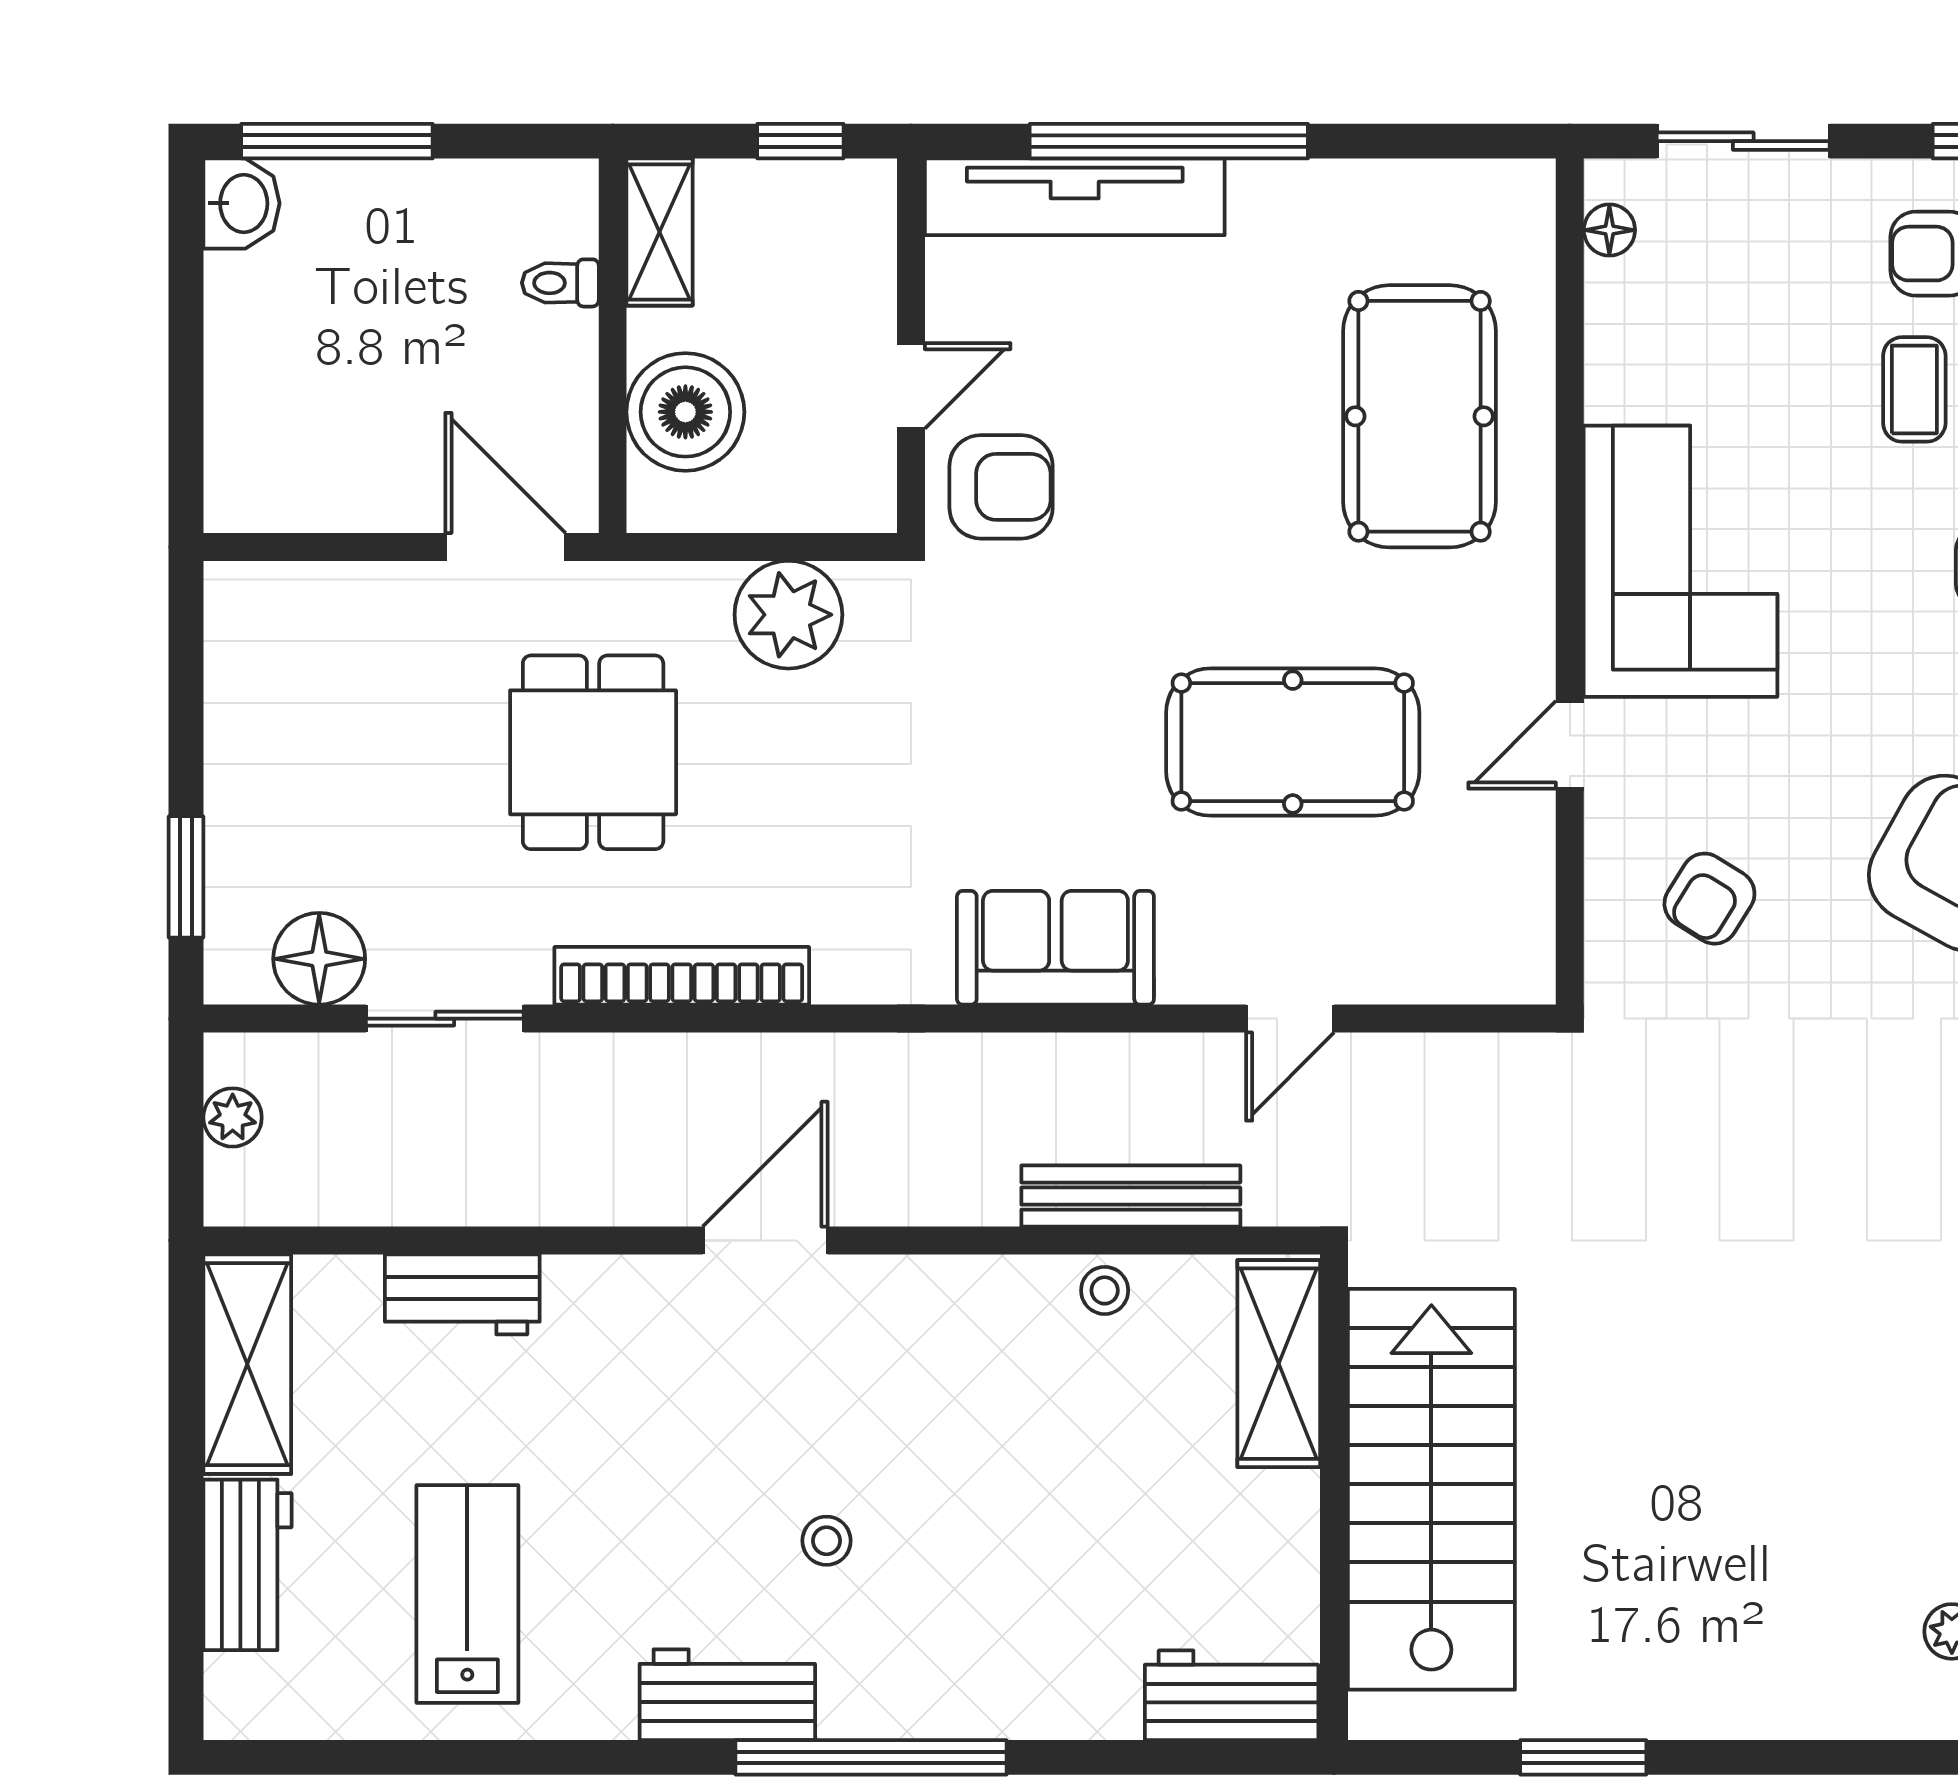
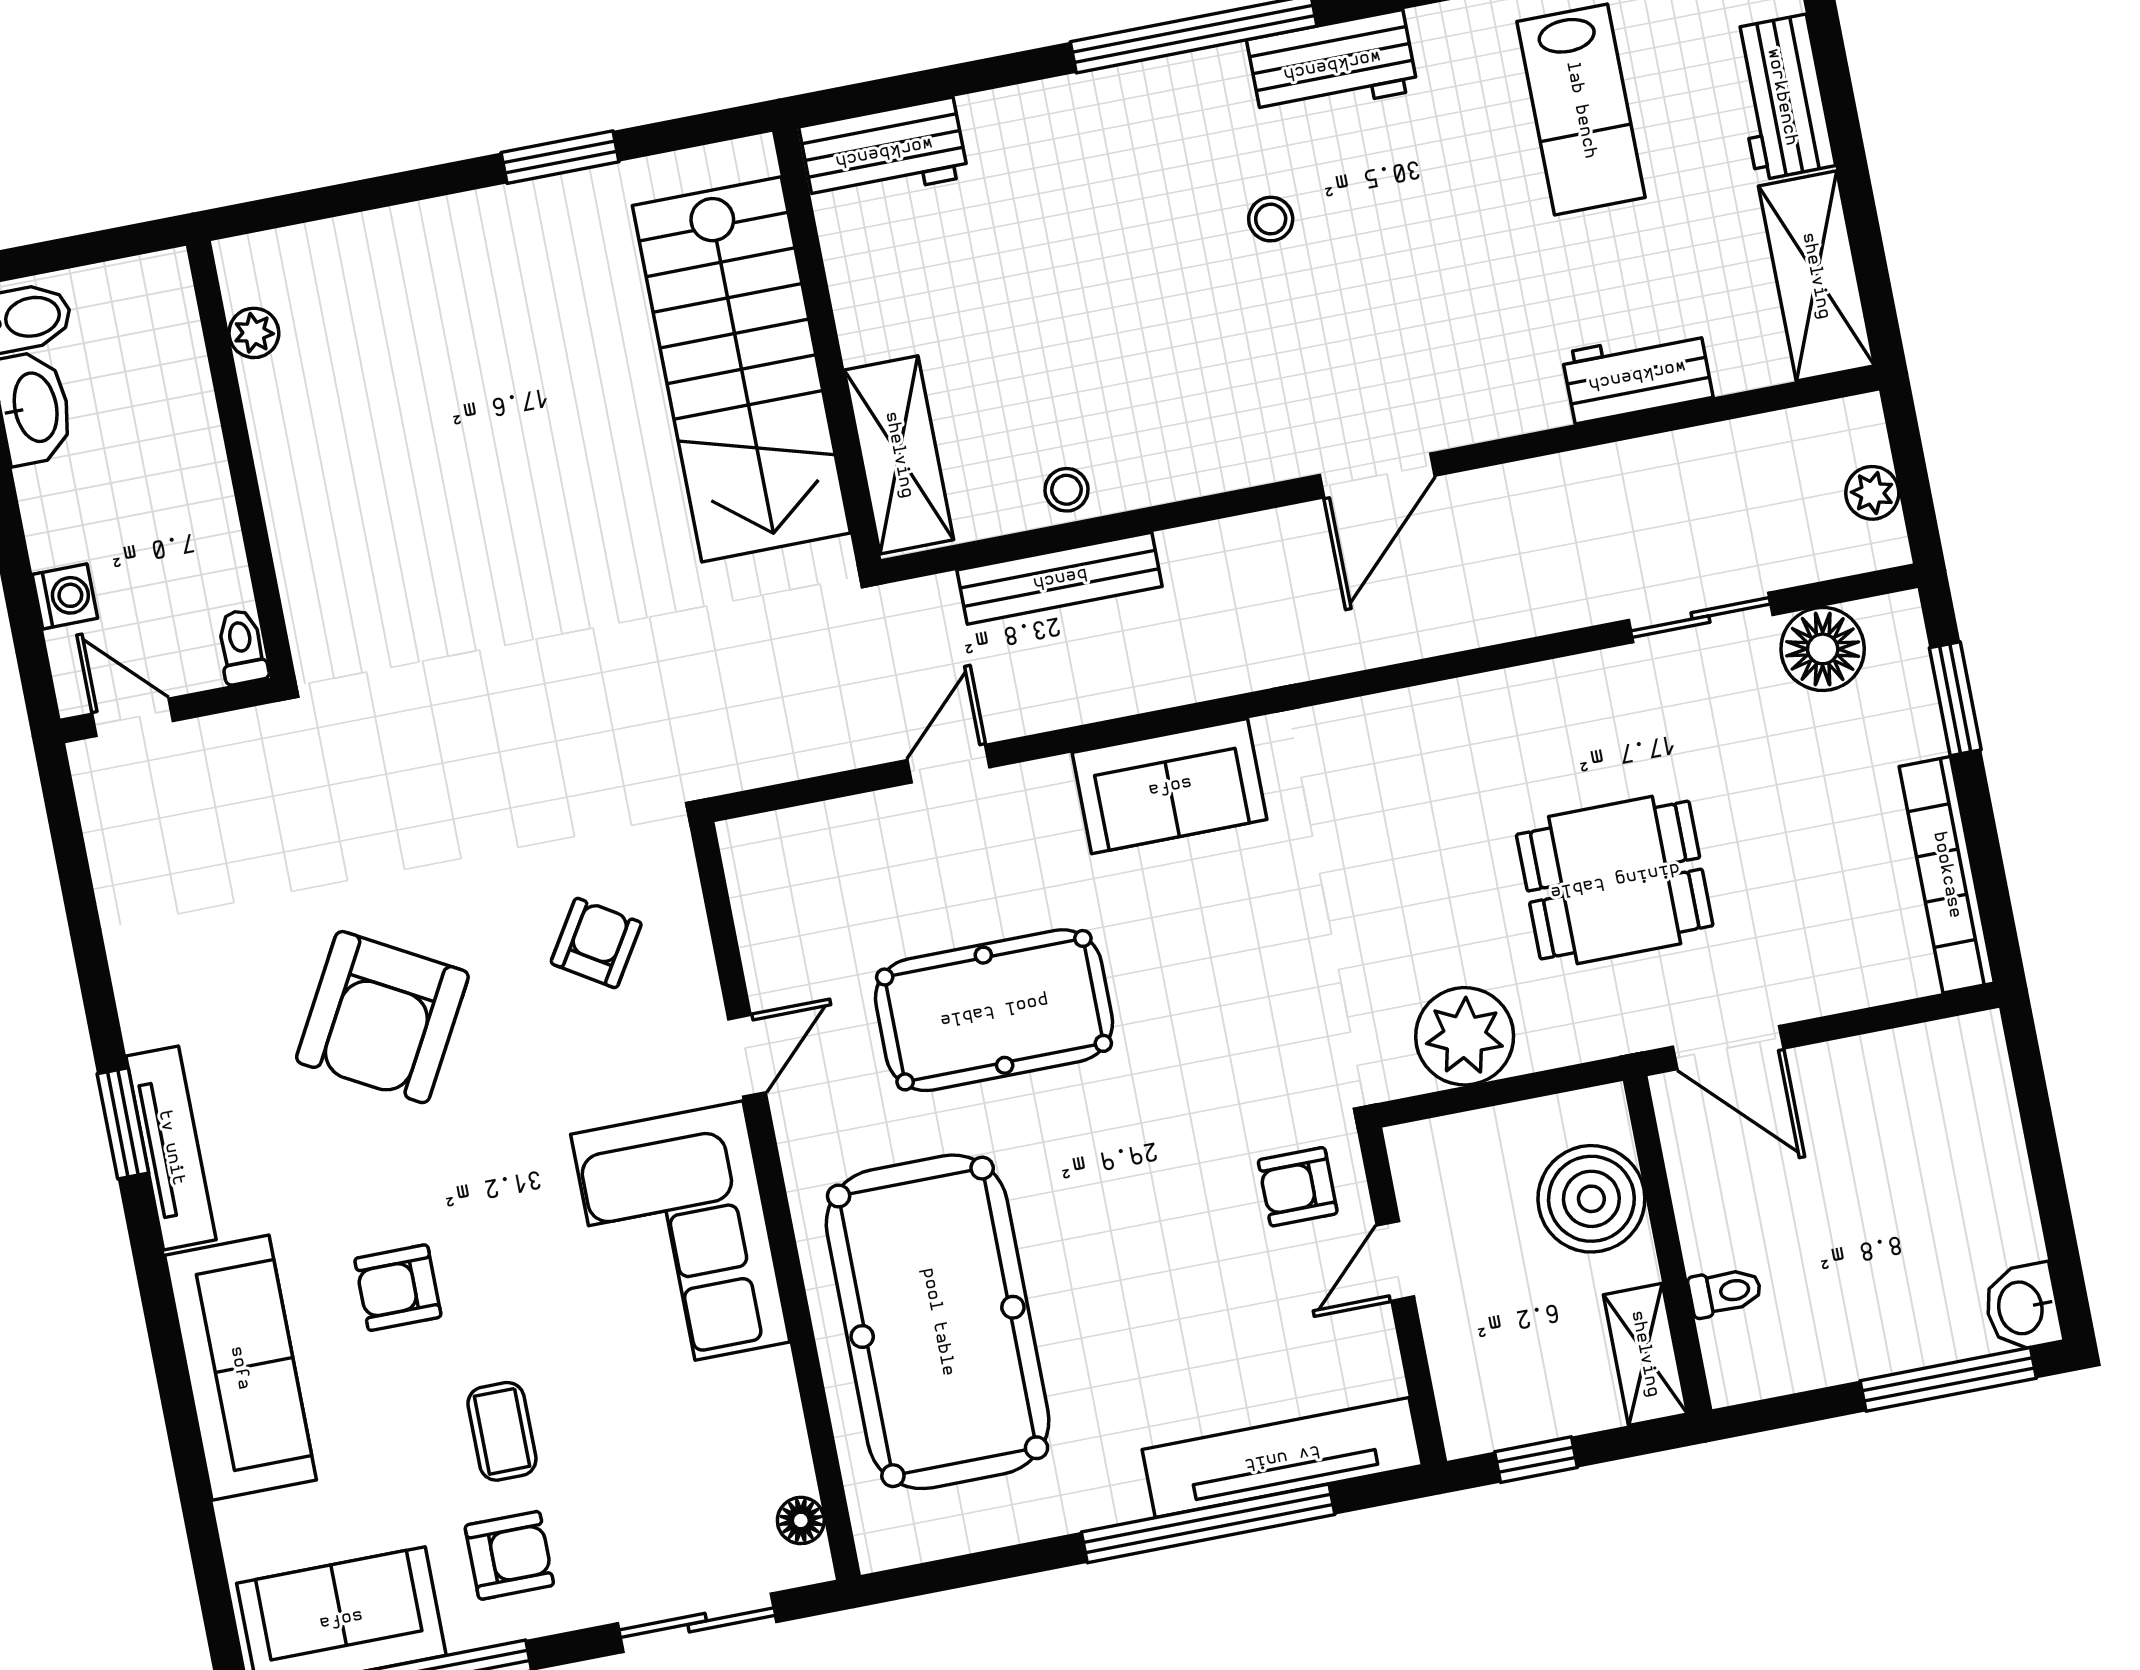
pool table: (1420, 416) -> (938, 1322), width x1.36, depth x1.32
armchair: (1001, 487) -> (1298, 1187), width x0.72, depth x0.72
dining table: (593, 752) -> (1615, 880), turned 90
bookcase: (682, 976) -> (1947, 875), moved, turned 90

